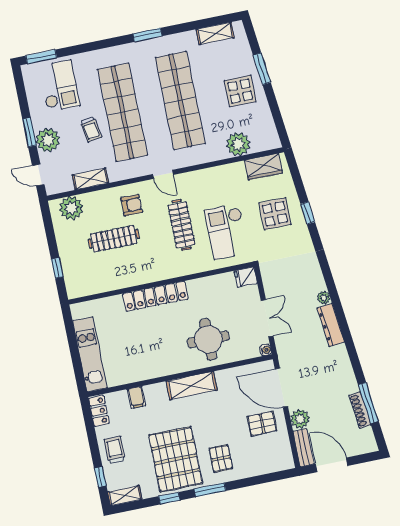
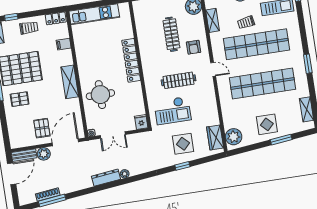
plant: (238, 144) -> (234, 137), moved
door: (163, 174) -> (213, 69), swing flipped
checkout: (227, 232) -> (173, 111), turned 180

